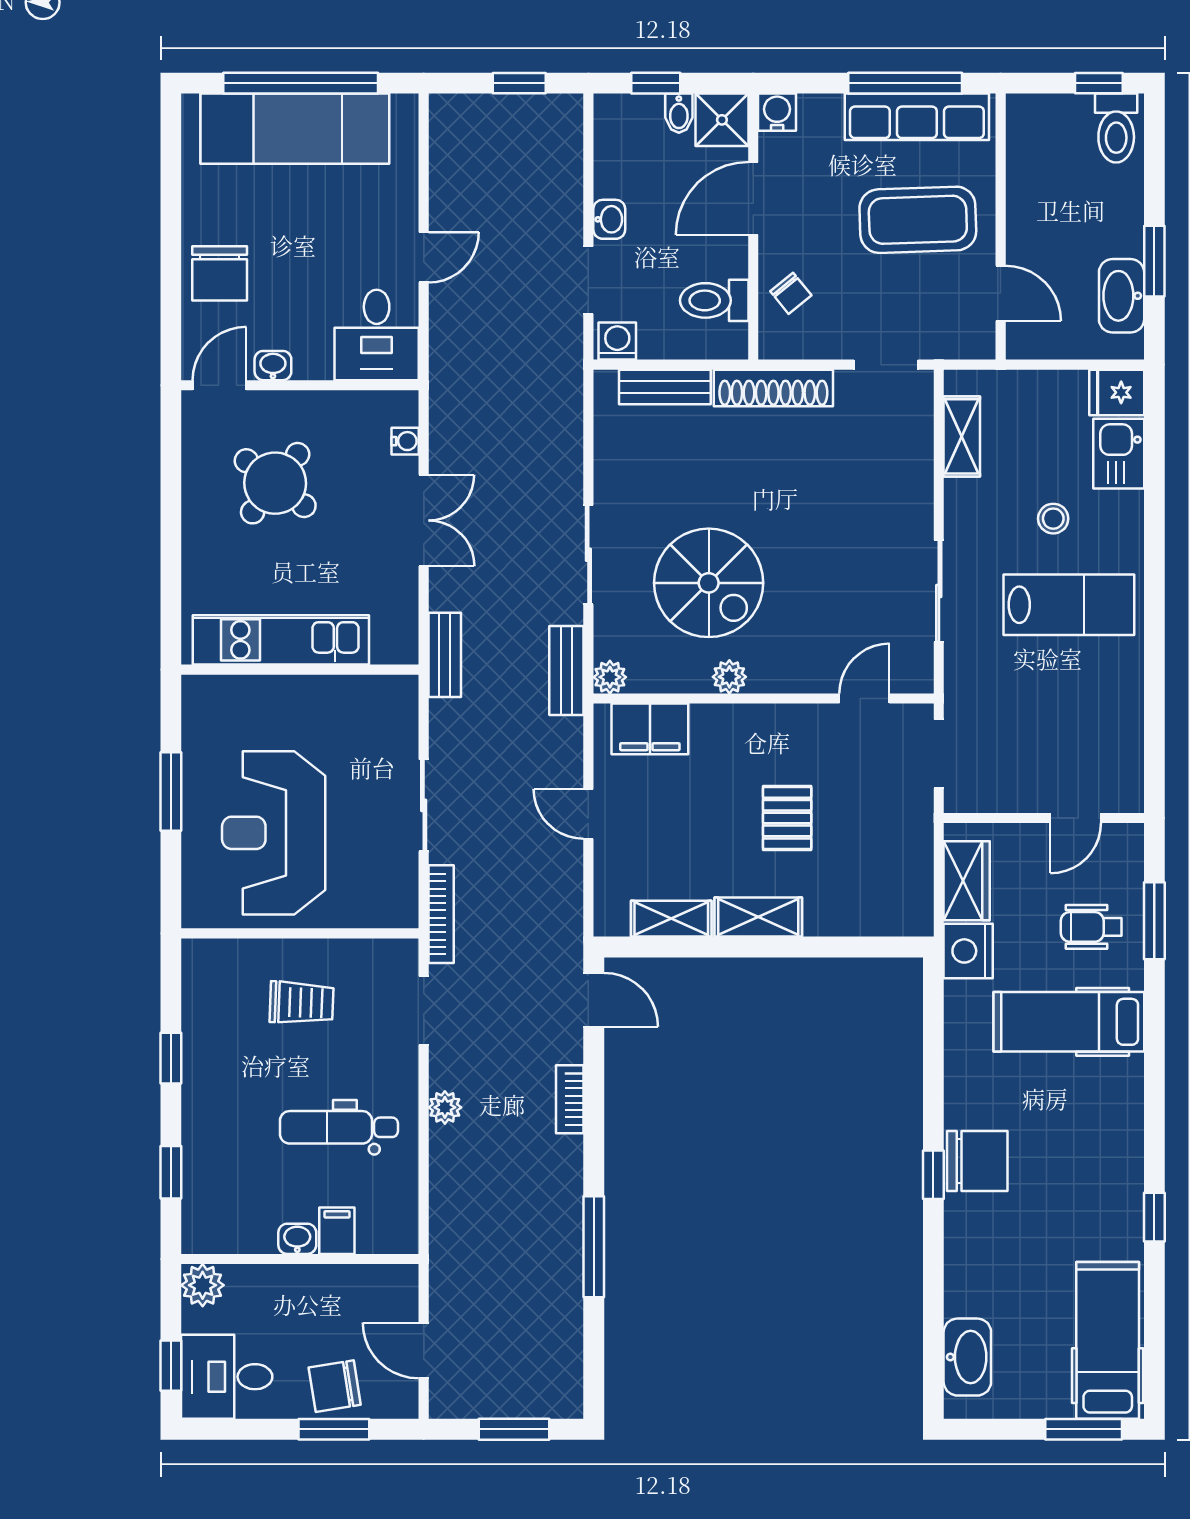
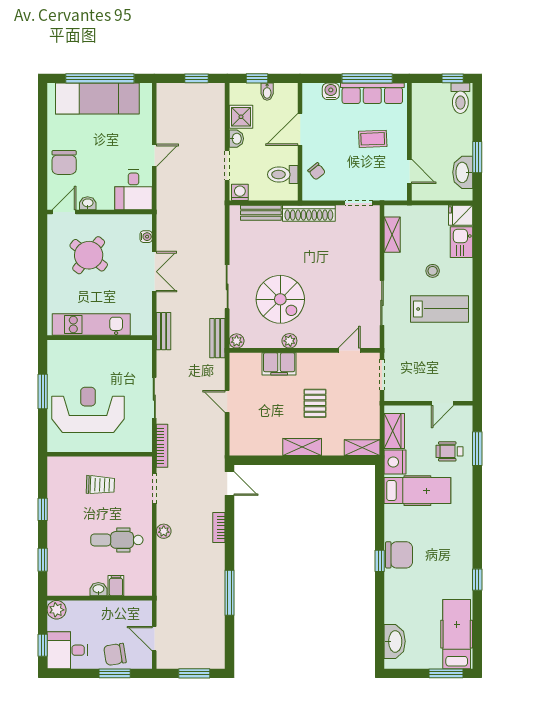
water cooler: (777, 112) -> (331, 91), moved
shower: (722, 120) -> (241, 117), moved
coffee table: (918, 220) -> (373, 139), width x0.54, depth x0.58
filing cabinet: (650, 729) -> (279, 364), moved
reception desk: (274, 833) -> (88, 410), turned 90
shelving: (671, 919) -> (362, 448), moved
hospital bed: (1069, 1022) -> (417, 491), moved, turned 180

